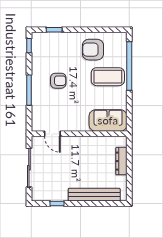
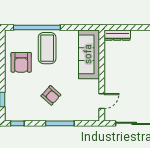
armchair: (58, 81) -> (51, 95), turned 132
sofa: (108, 120) -> (89, 54), width x1.36
dresser: (121, 161) -> (117, 35), moved

